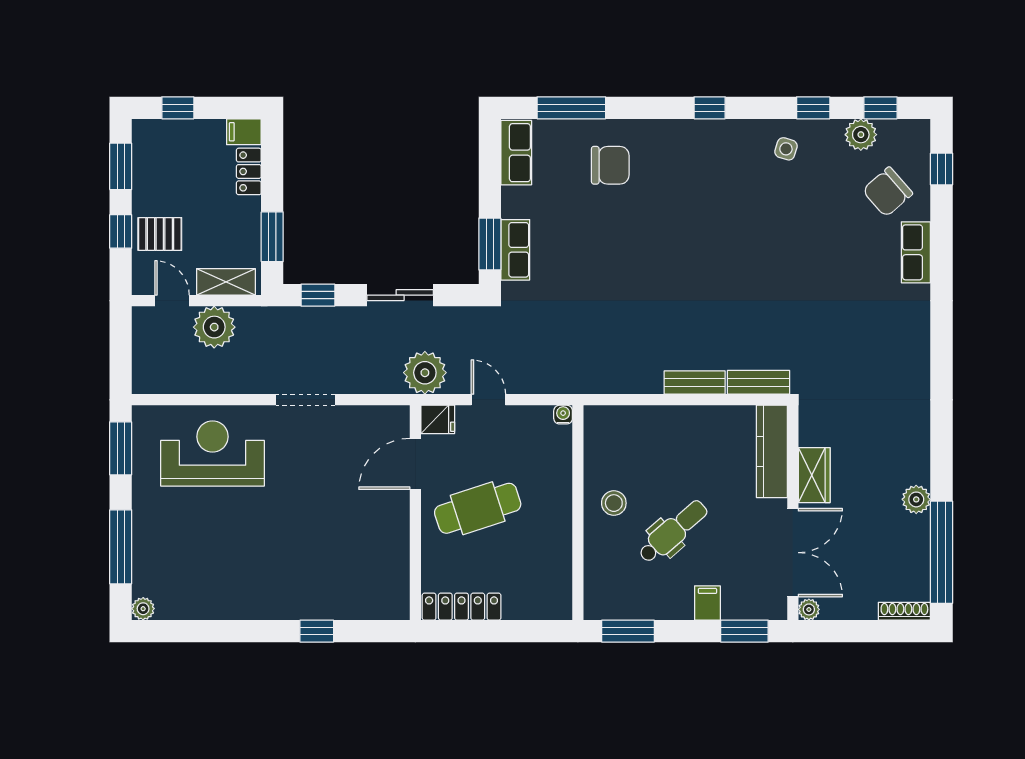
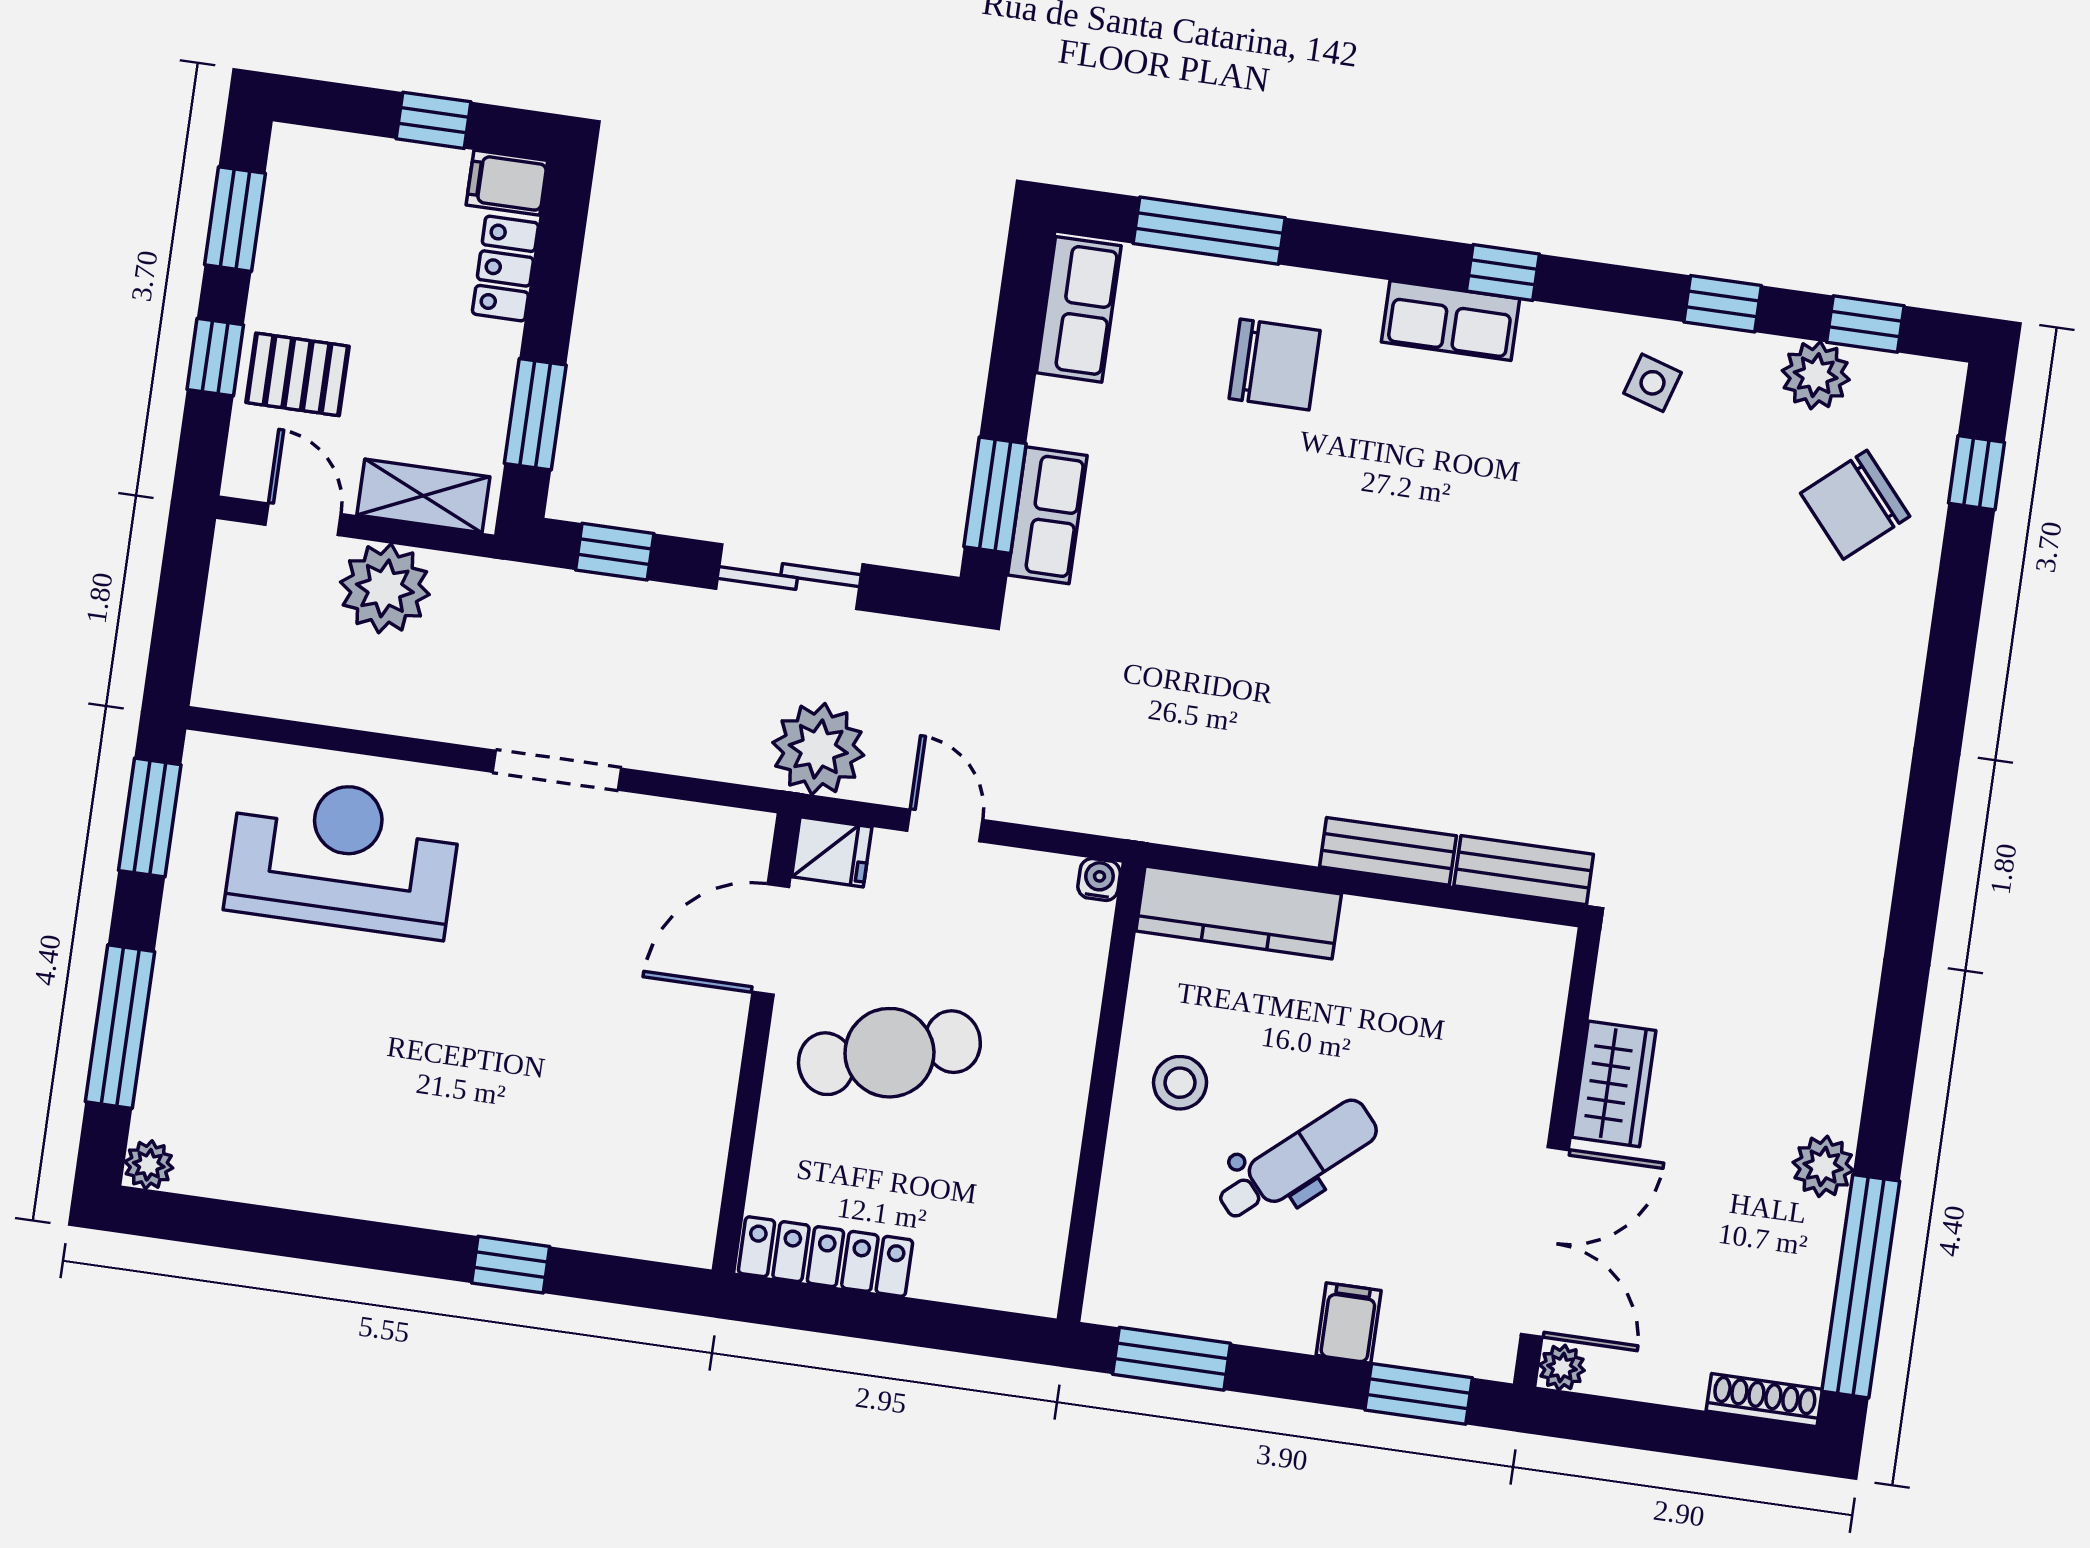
window: (178, 108) -> (433, 120), moved
row of seats: (916, 252) -> (1450, 320), moved, turned -90
kitchen counter: (772, 451) -> (1239, 913), moved, turned -90

